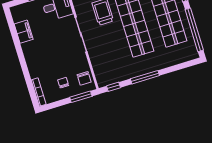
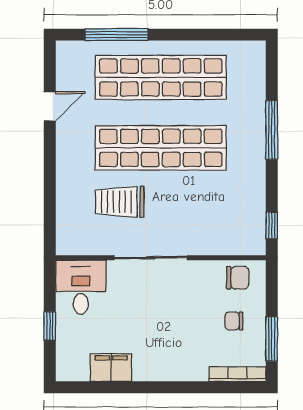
window: (194, 30) -> (209, 35), removed
window: (145, 77) -> (272, 130), moved
window: (81, 97) -> (272, 339), moved

